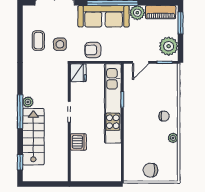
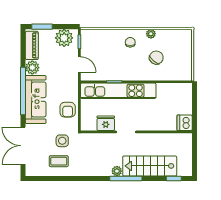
fridge: (78, 73) -> (106, 123), moved
dishwasher: (78, 142) -> (185, 123), moved, turned -90
chair: (150, 170) -> (156, 58), moved, turned -145

